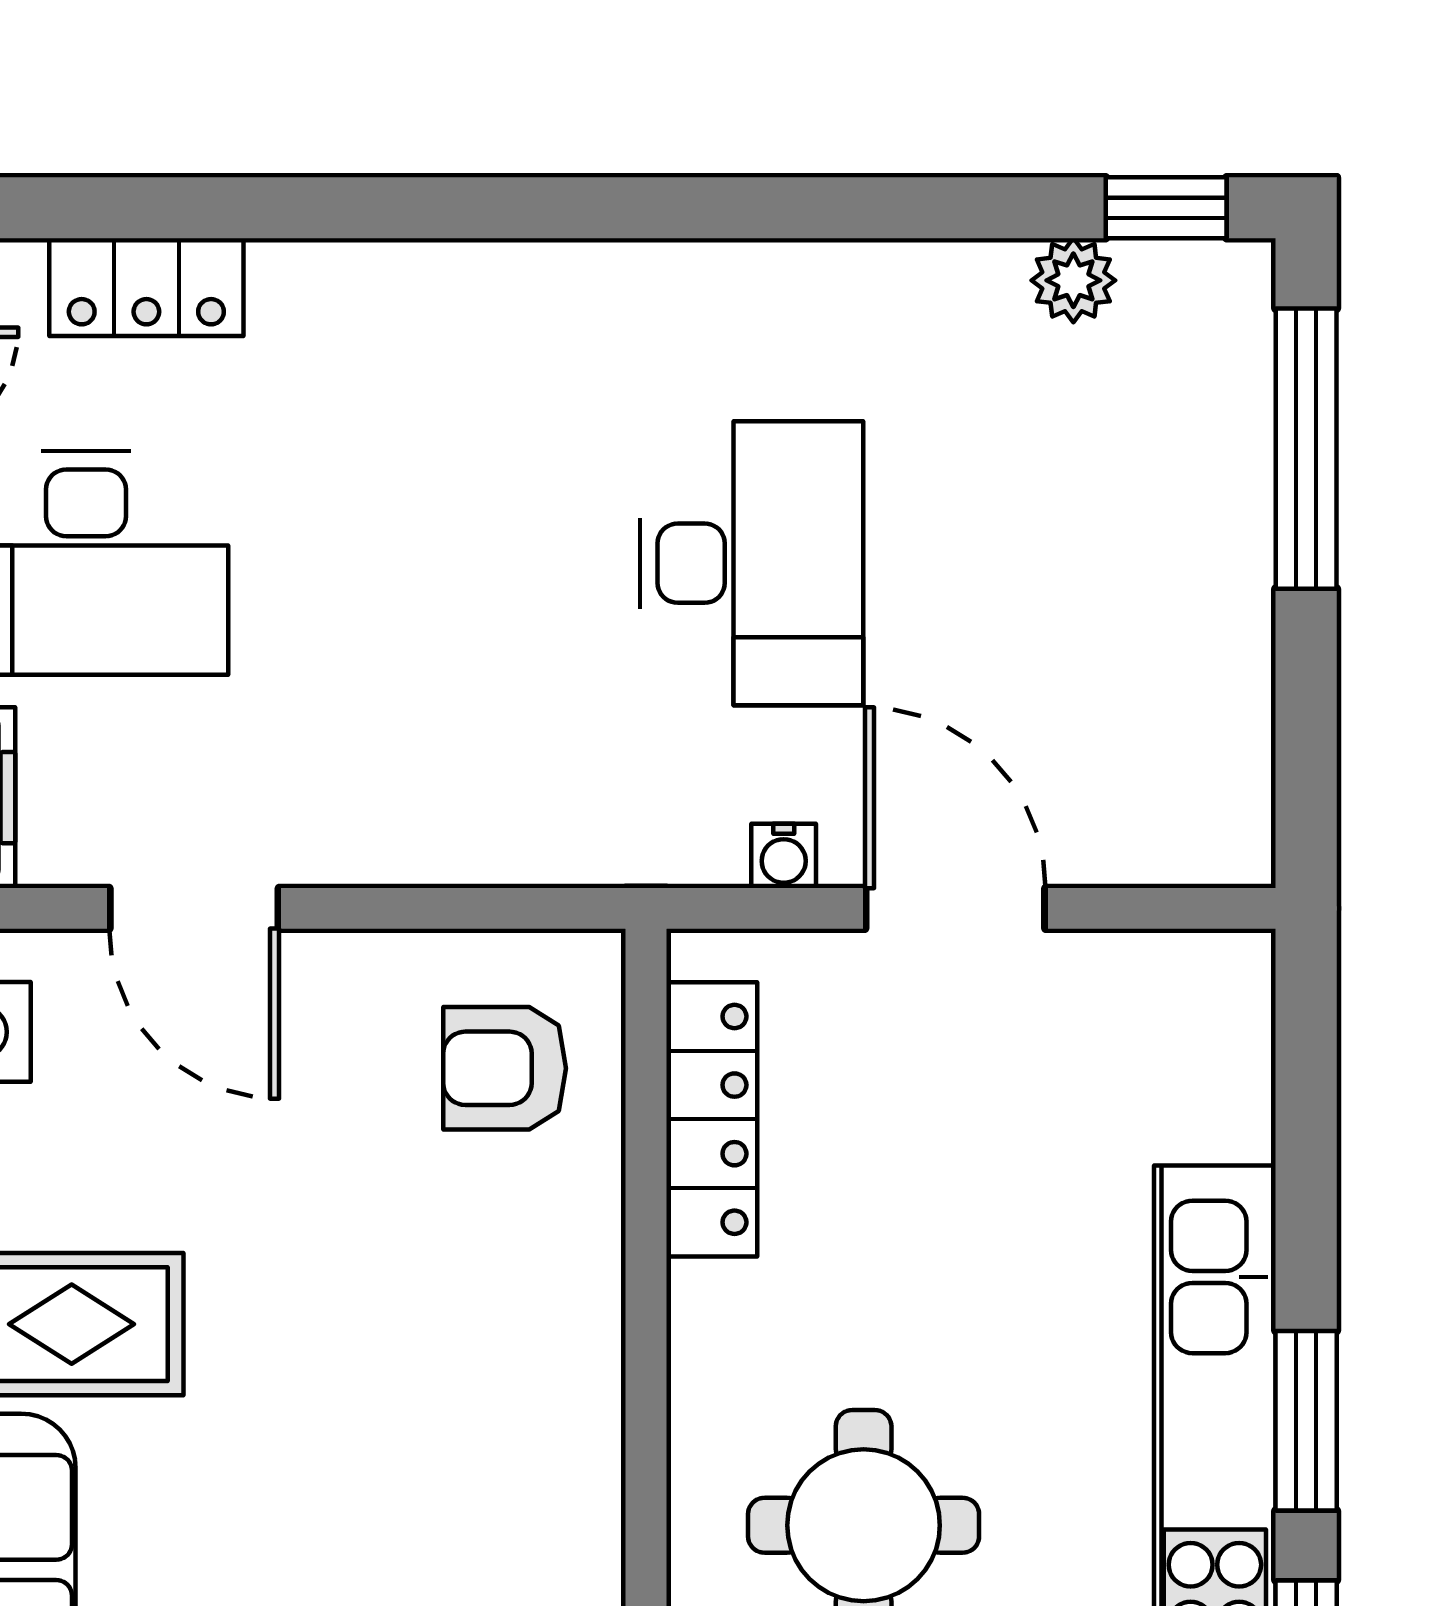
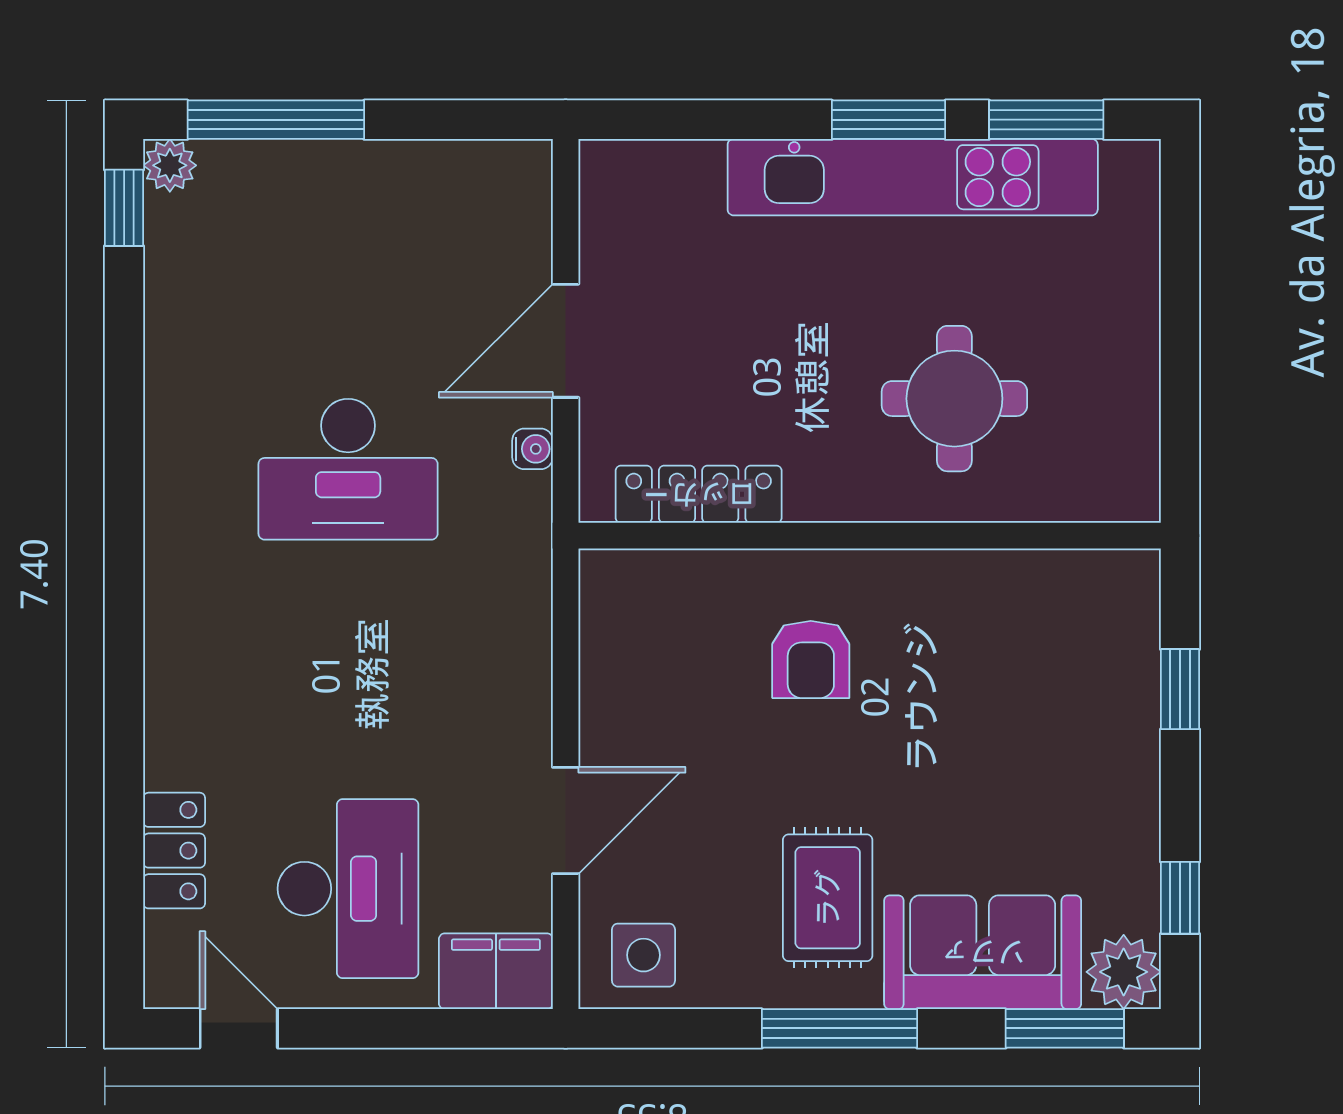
plant: (1073, 280) -> (170, 165), moved
desk: (751, 563) -> (348, 469), turned 180
armchair: (505, 1068) -> (811, 659), moved

